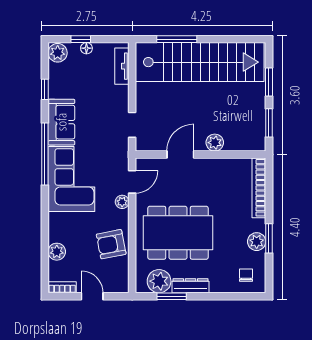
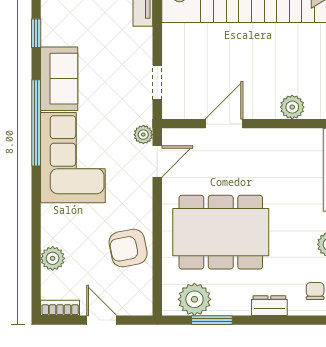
plant: (215, 143) -> (292, 107), moved
plant: (122, 202) -> (143, 135), moved
dresser: (190, 286) -> (269, 306), moved, width x0.70

